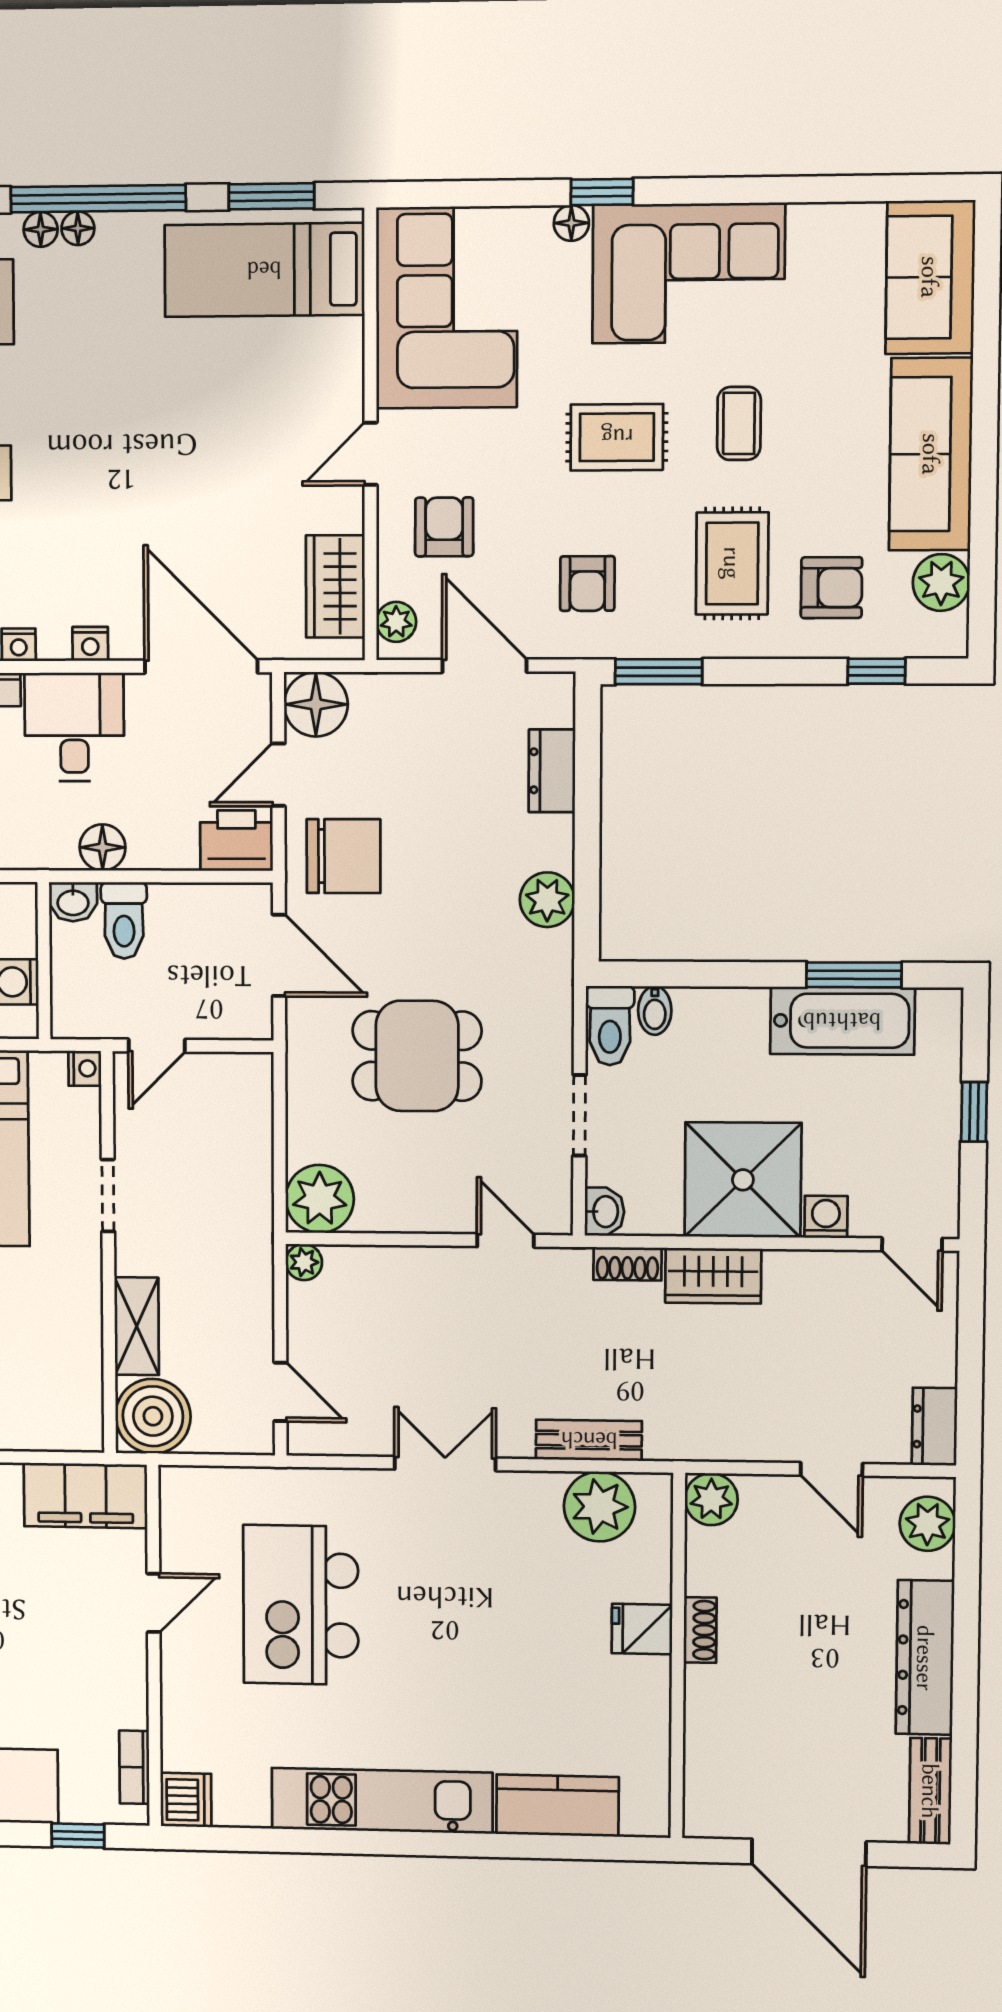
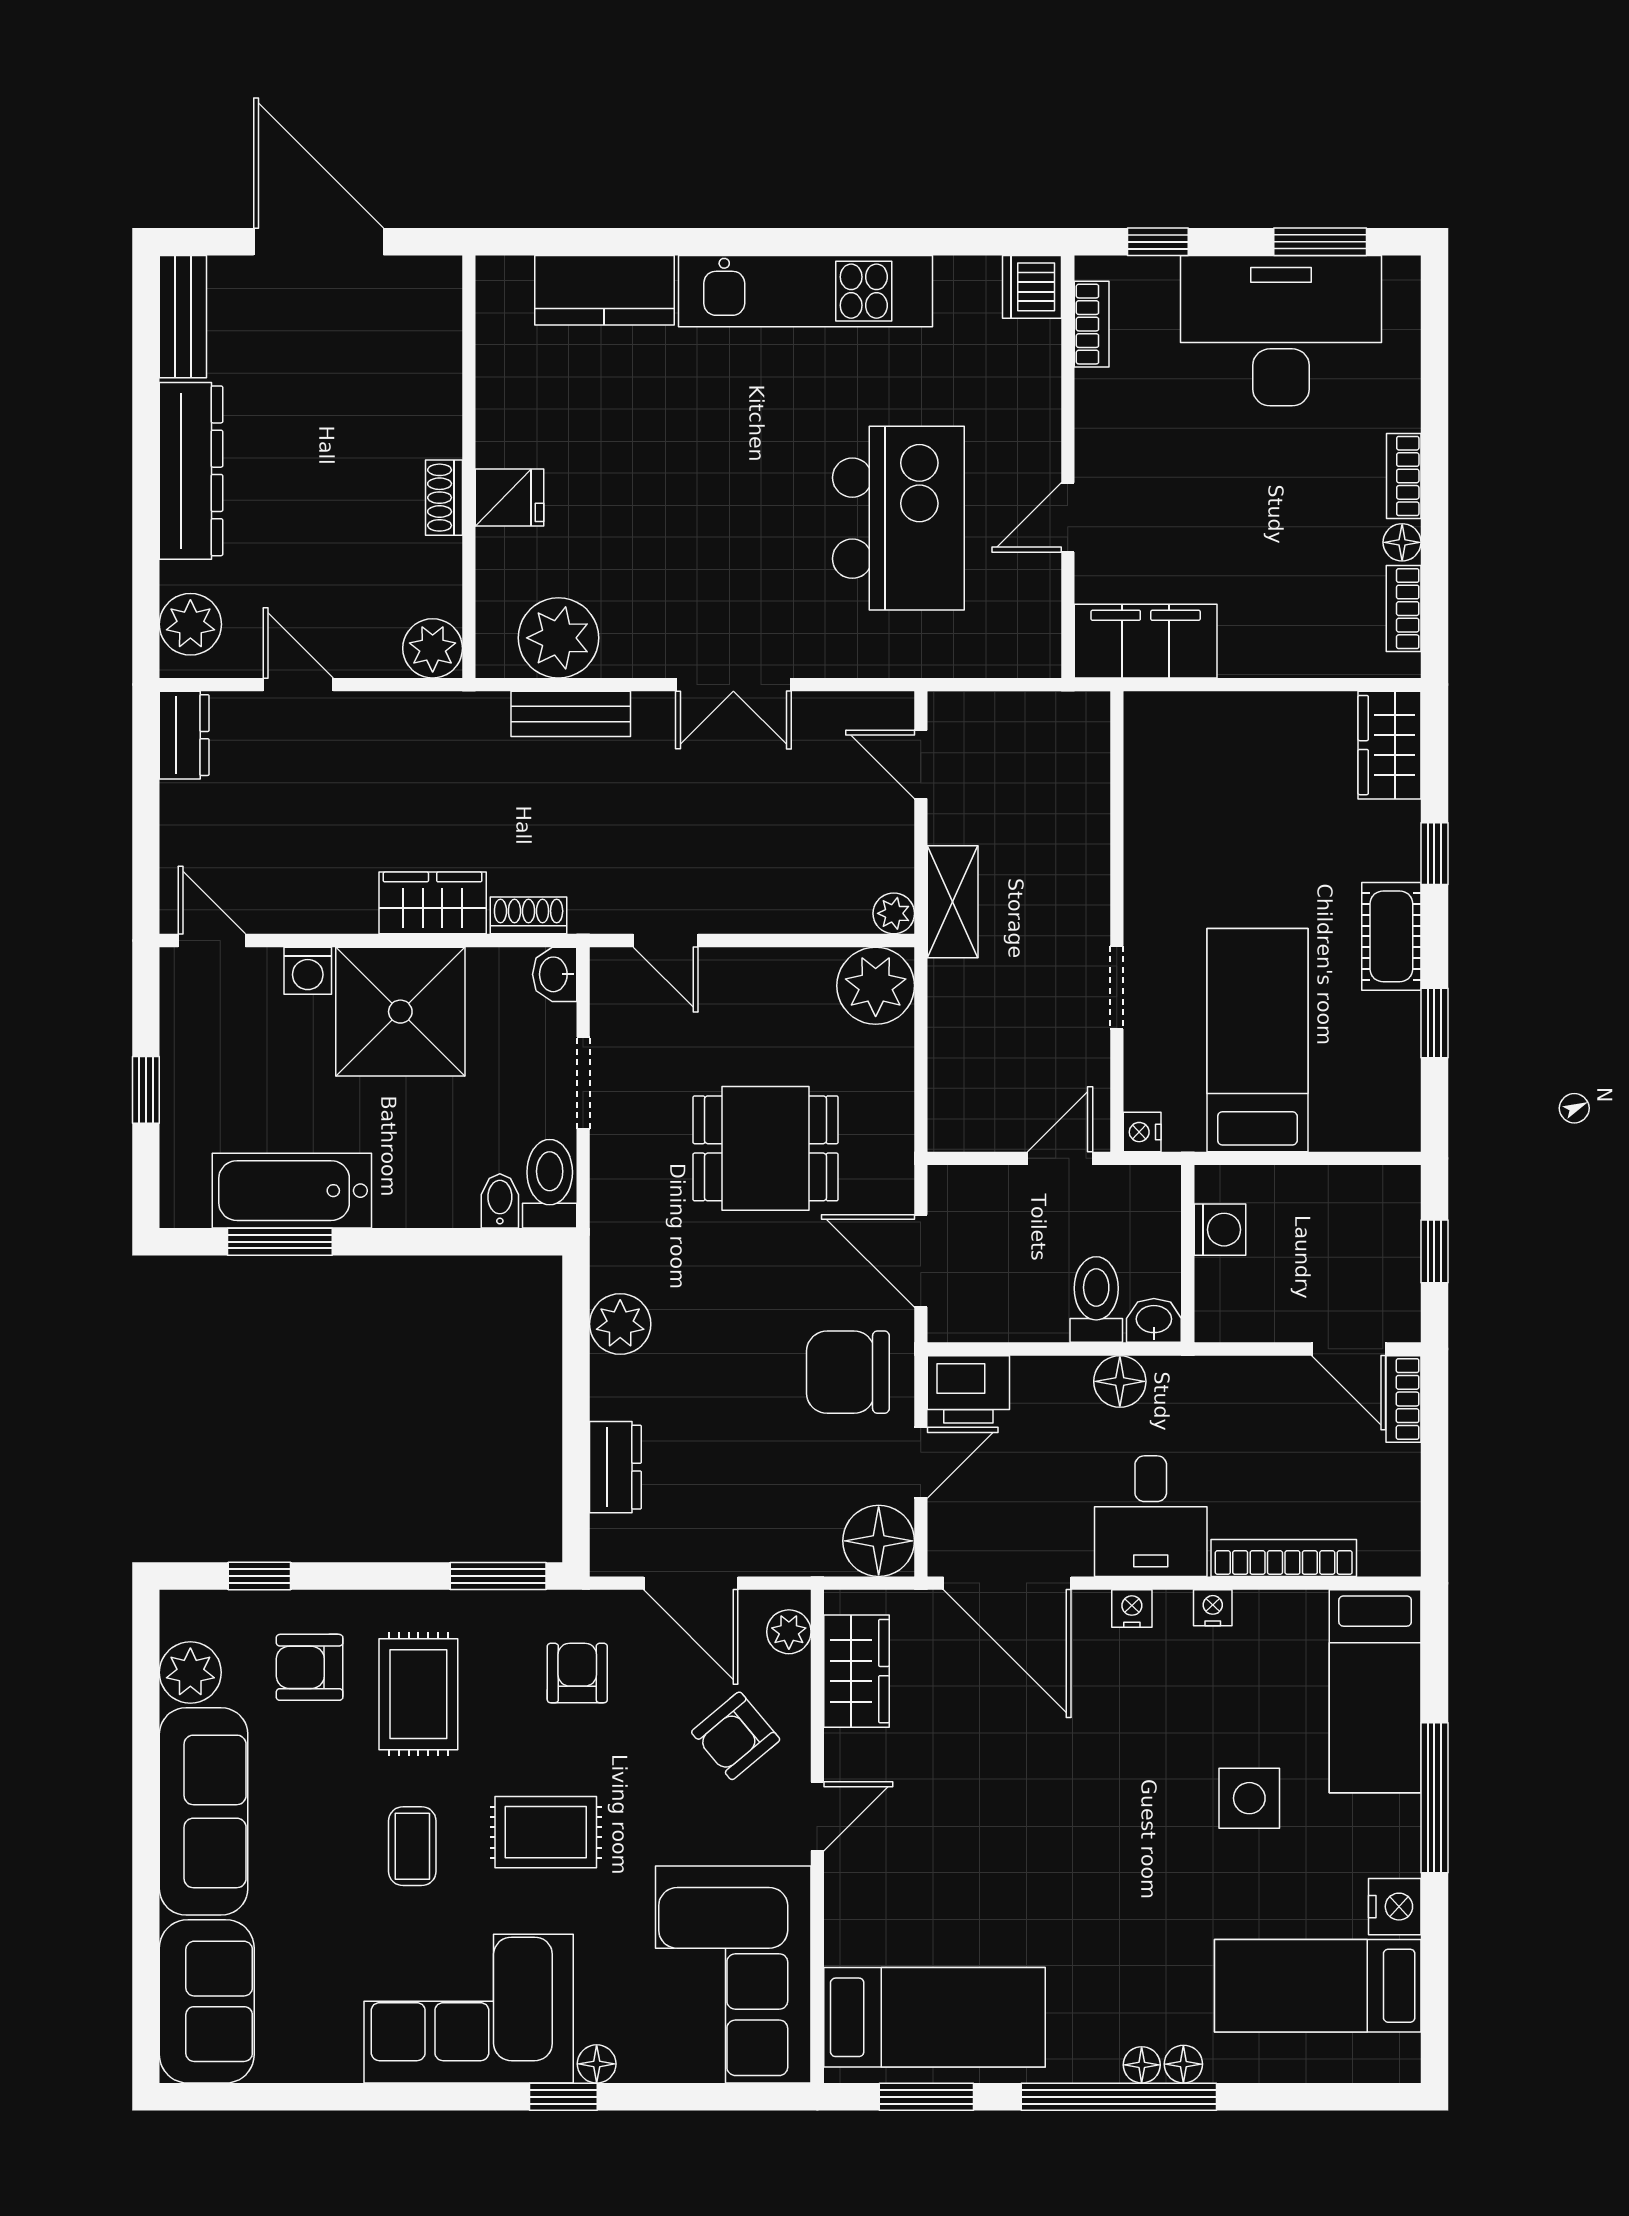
armchair: (444, 527) -> (736, 1736), turned 50
shelving: (137, 1326) -> (953, 902), moved
boiler: (153, 1416) -> (1067, 734), removed

